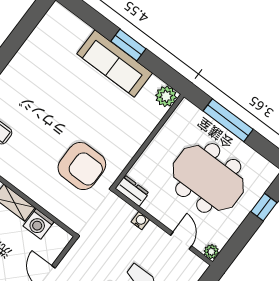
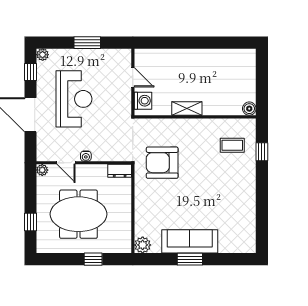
window: (228, 120) -> (93, 259), width x0.46
water cooler: (140, 221) -> (86, 156), moved
washing machine: (39, 224) -> (143, 101), moved, turned 90

